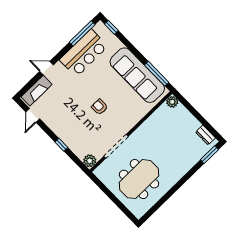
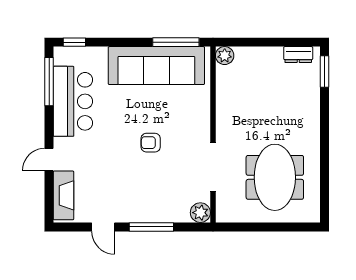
door: (33, 115) -> (103, 227), moved
window: (61, 145) -> (151, 227), width x2.17

